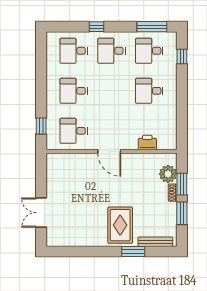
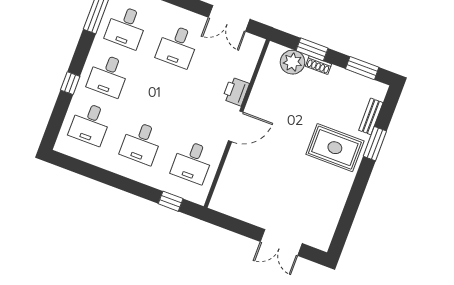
double door: (182, 119) -> (229, 18), added
printer: (147, 143) -> (236, 91), moved
window: (182, 213) -> (362, 68), moved
bench: (155, 242) -> (371, 116), width x0.73

